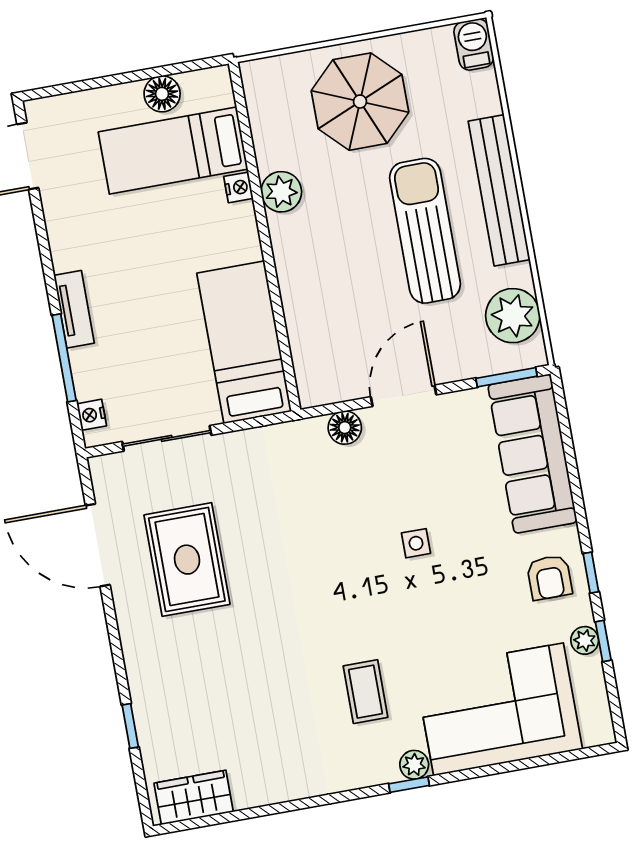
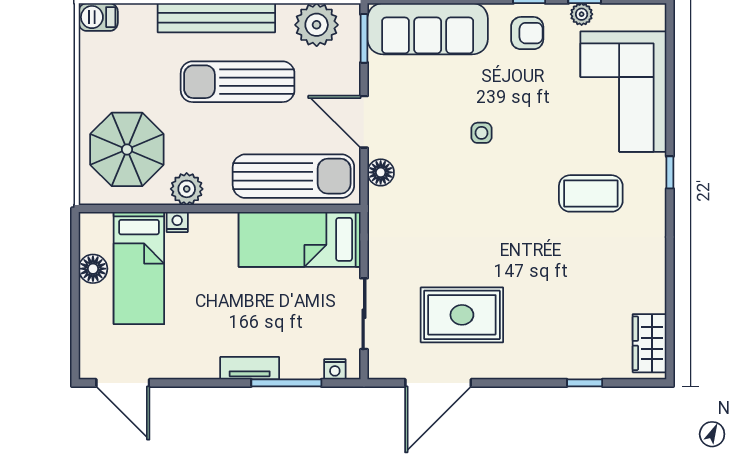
parasol: (360, 102) -> (127, 149), moved
sun lounger: (321, 321) -> (293, 176), added
coffee table: (365, 692) -> (591, 193), width x1.36, depth x1.30
plant: (414, 765) -> (655, 166), removed

